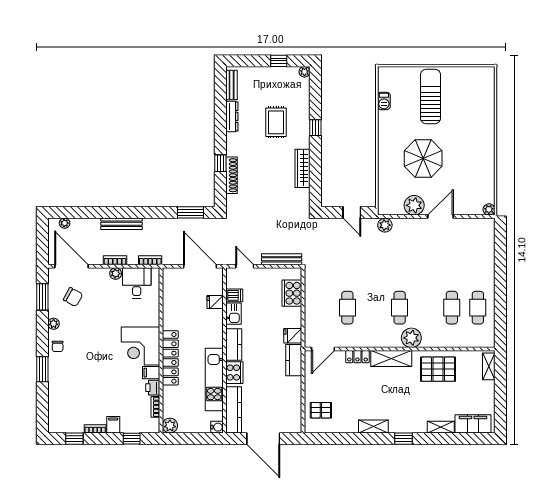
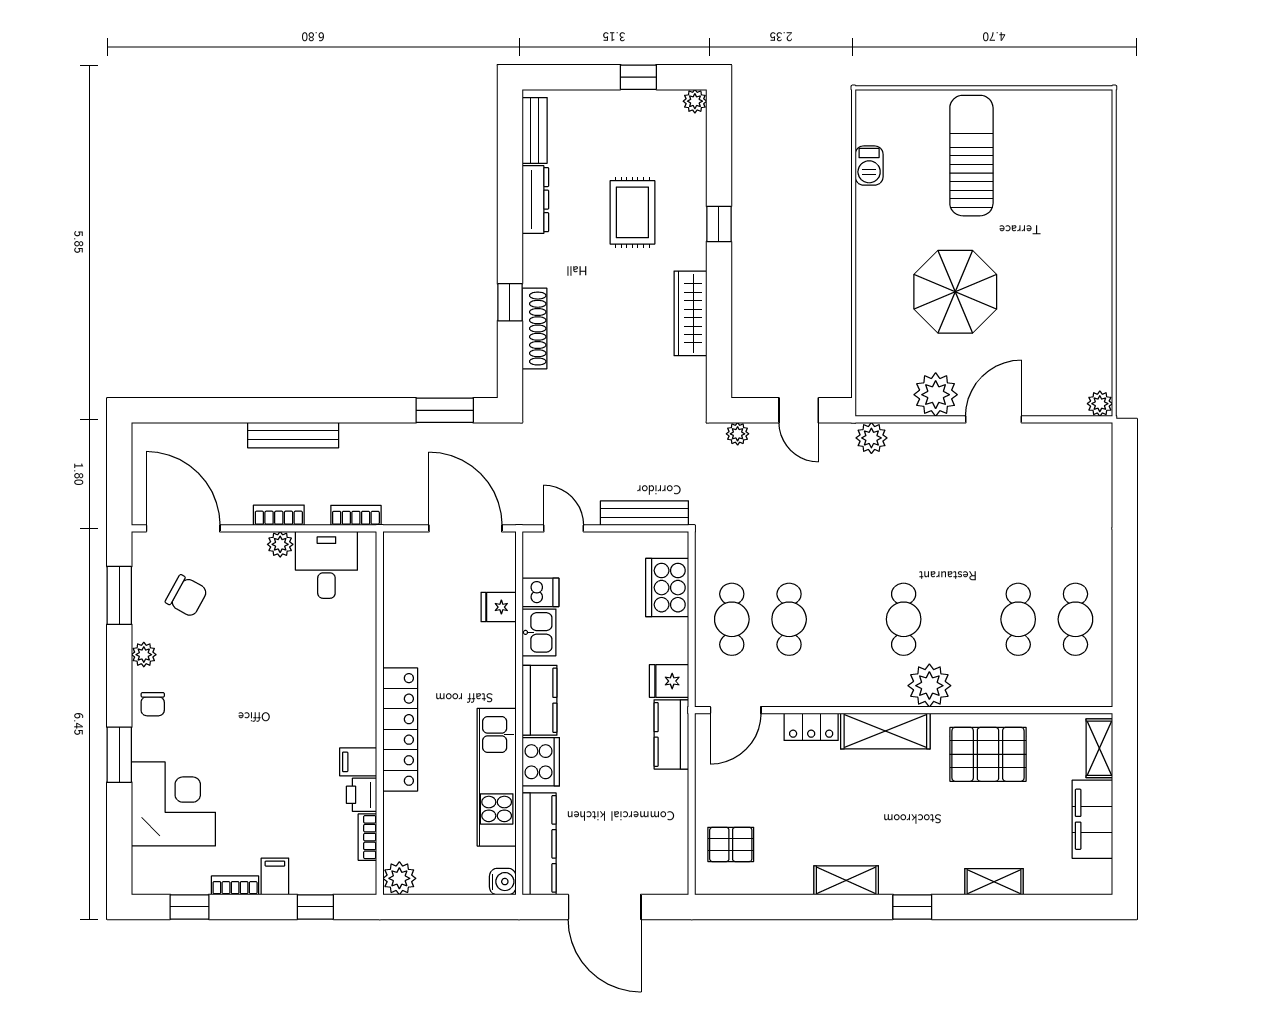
plant: (65, 223) -> (738, 434), moved
cafe table: (321, 308) -> (732, 619), added
corner desk: (140, 346) -> (173, 804), moved, turned 180
filing cabinet: (473, 424) -> (1092, 819), moved, turned -90

